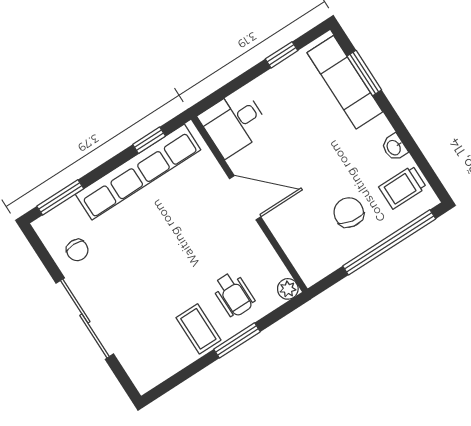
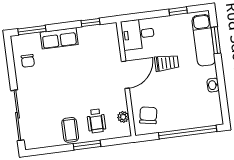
row of seats: (138, 172) -> (59, 38), width x0.50
trolley: (403, 187) -> (167, 63), moved, turned 180
door: (245, 198) -> (125, 75), hinge flipped
chair: (349, 212) -> (148, 115), moved
plant: (288, 289) -> (123, 117), moved
sliding door: (85, 319) -> (17, 115), moved

